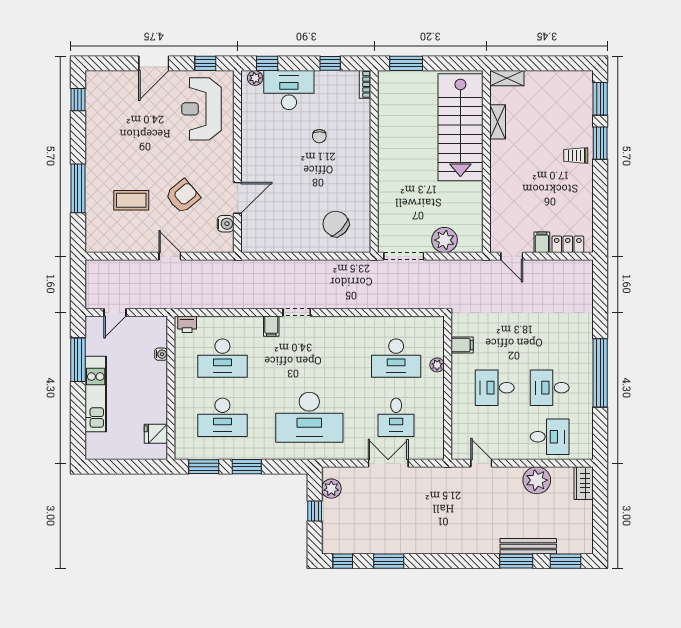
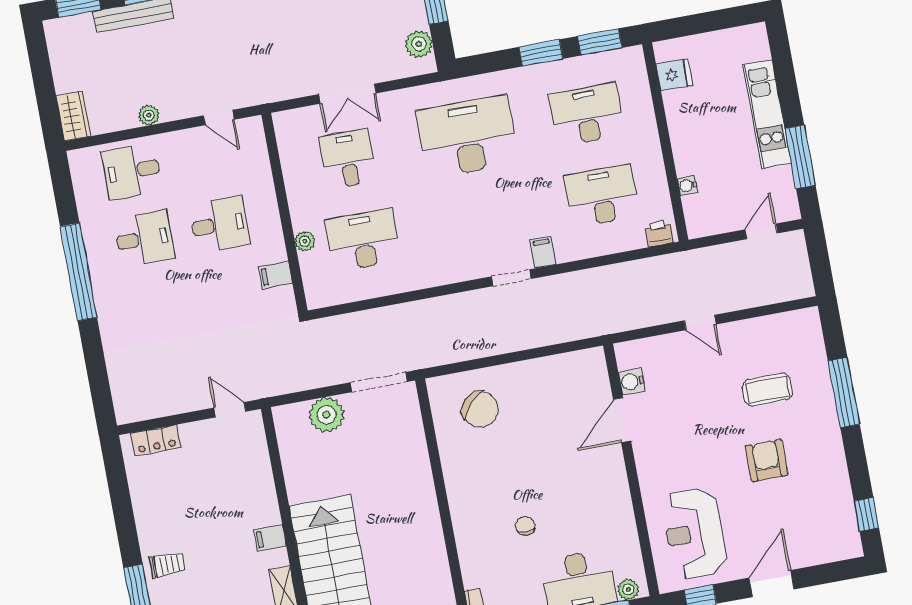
reception desk: (201, 109) -> (694, 533), turned 180
armchair: (183, 196) -> (767, 460), moved, turned 130
filing cabinet: (542, 242) -> (270, 538), moved, turned 90
plant: (537, 480) -> (149, 115), width x0.53, depth x0.53

